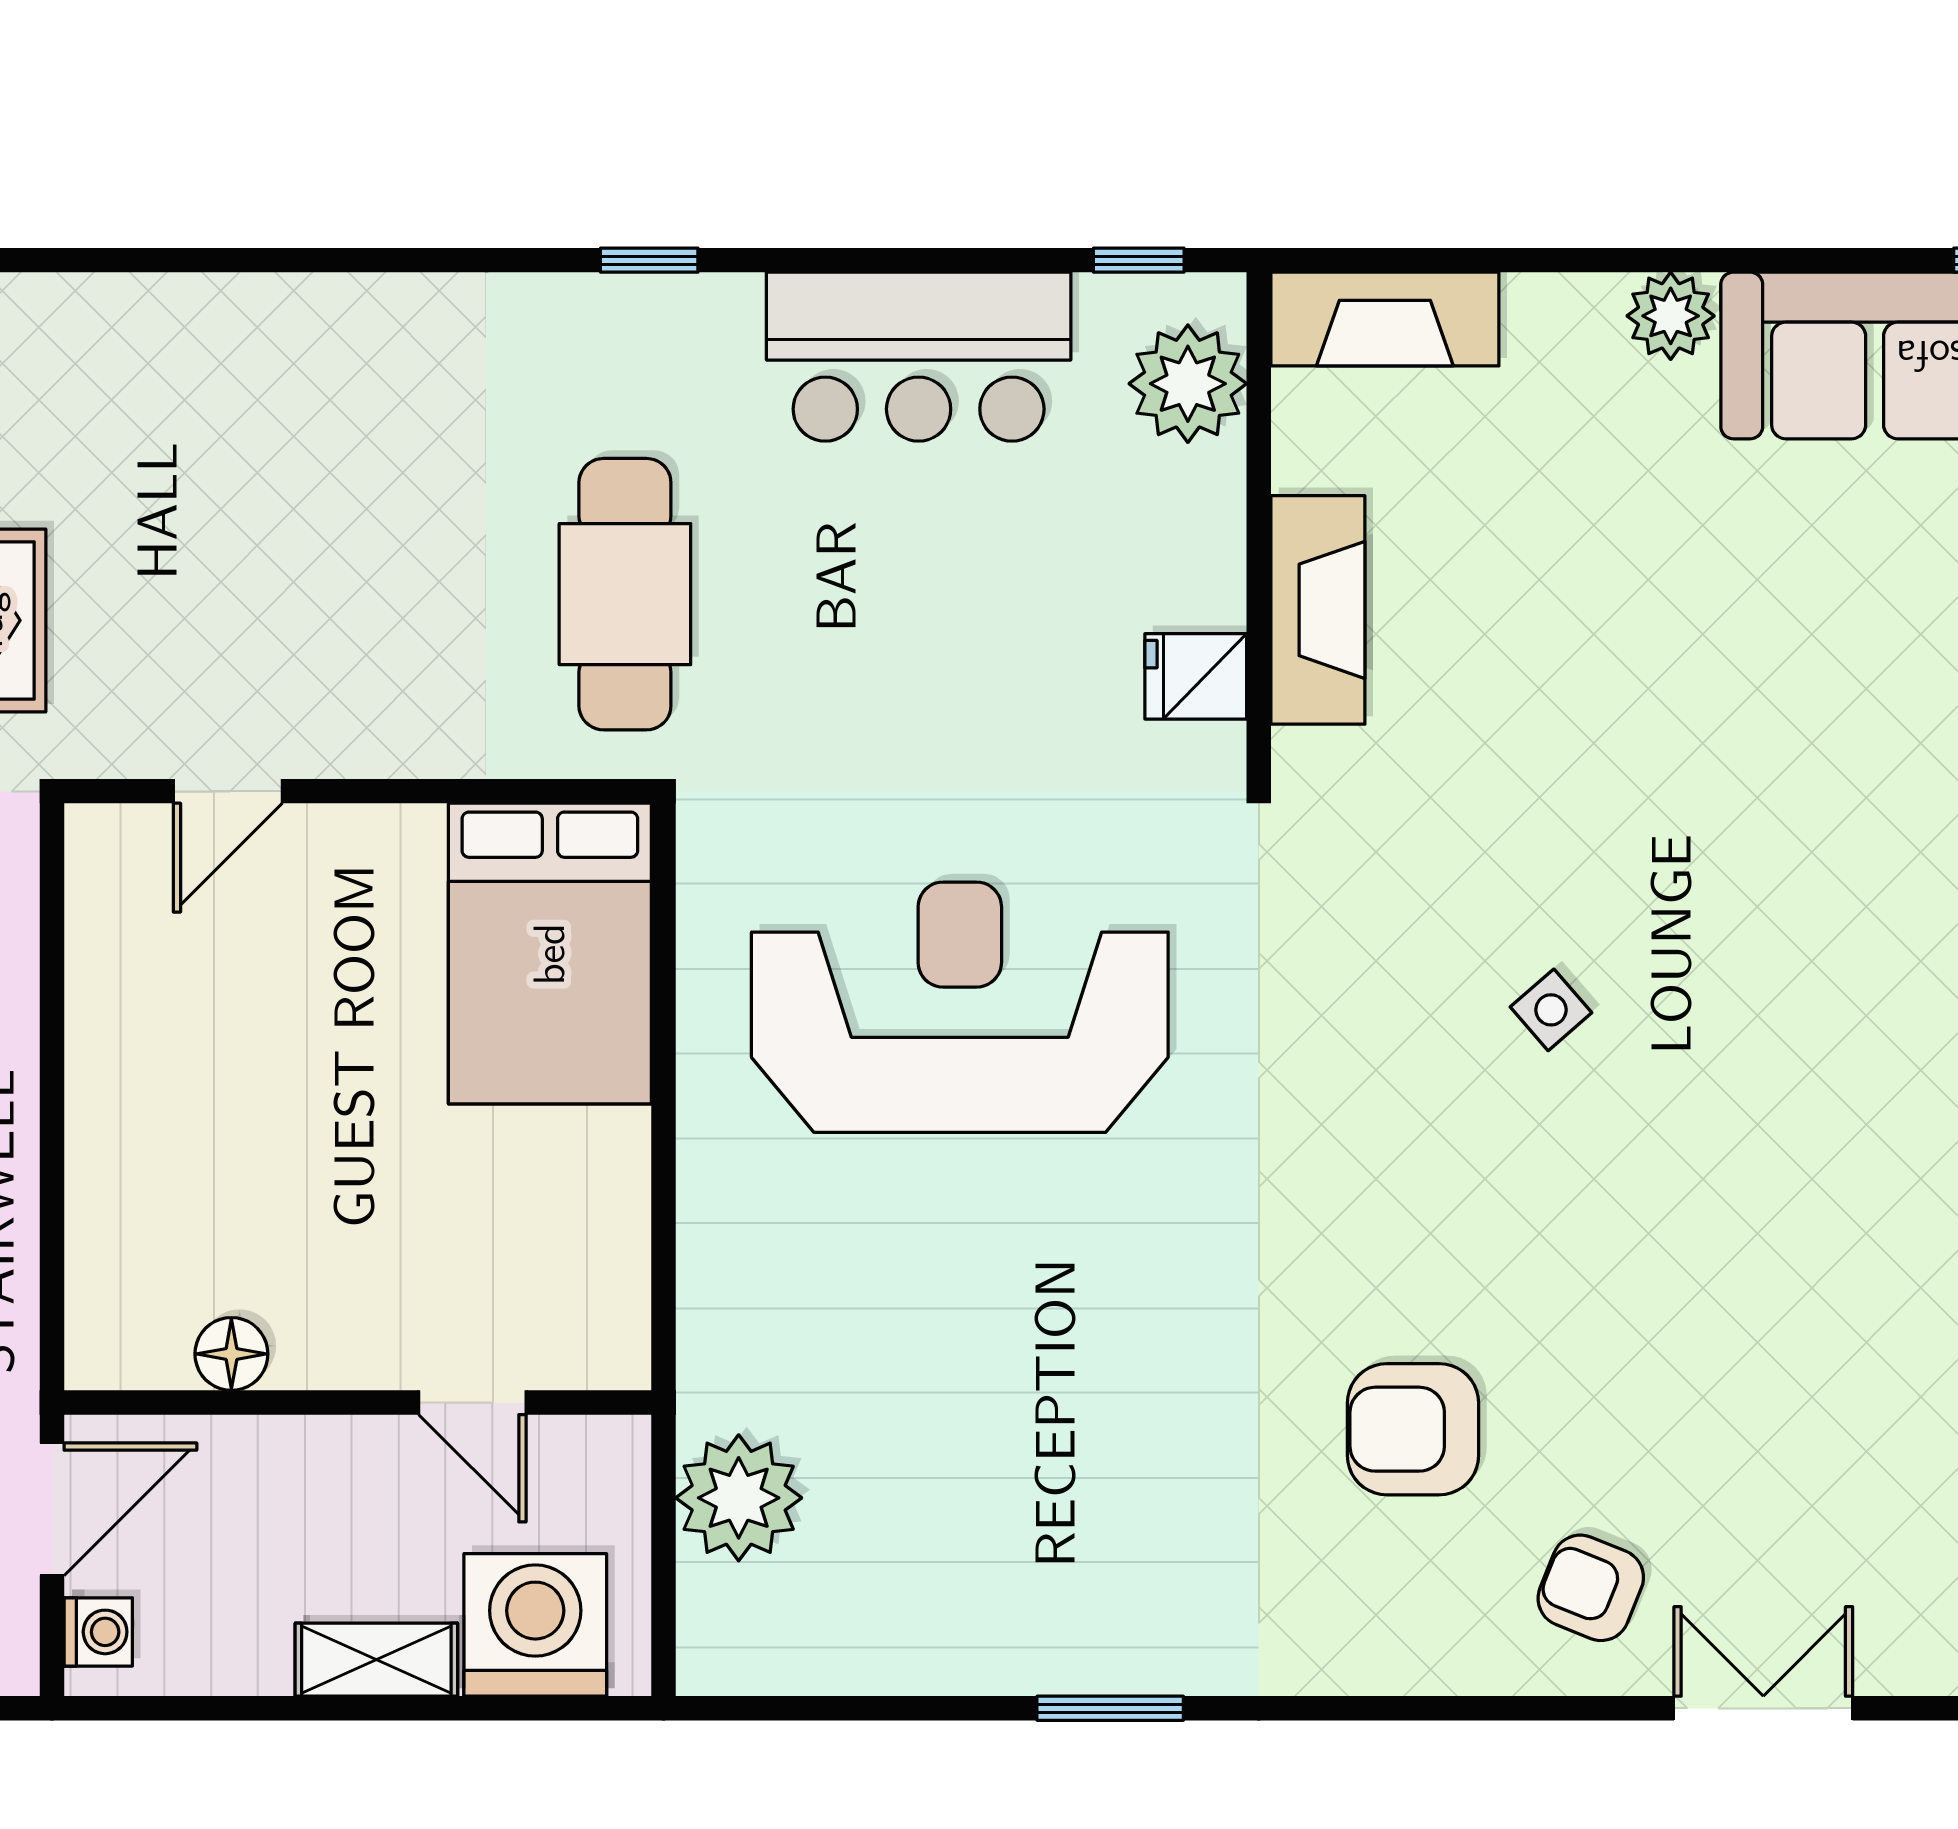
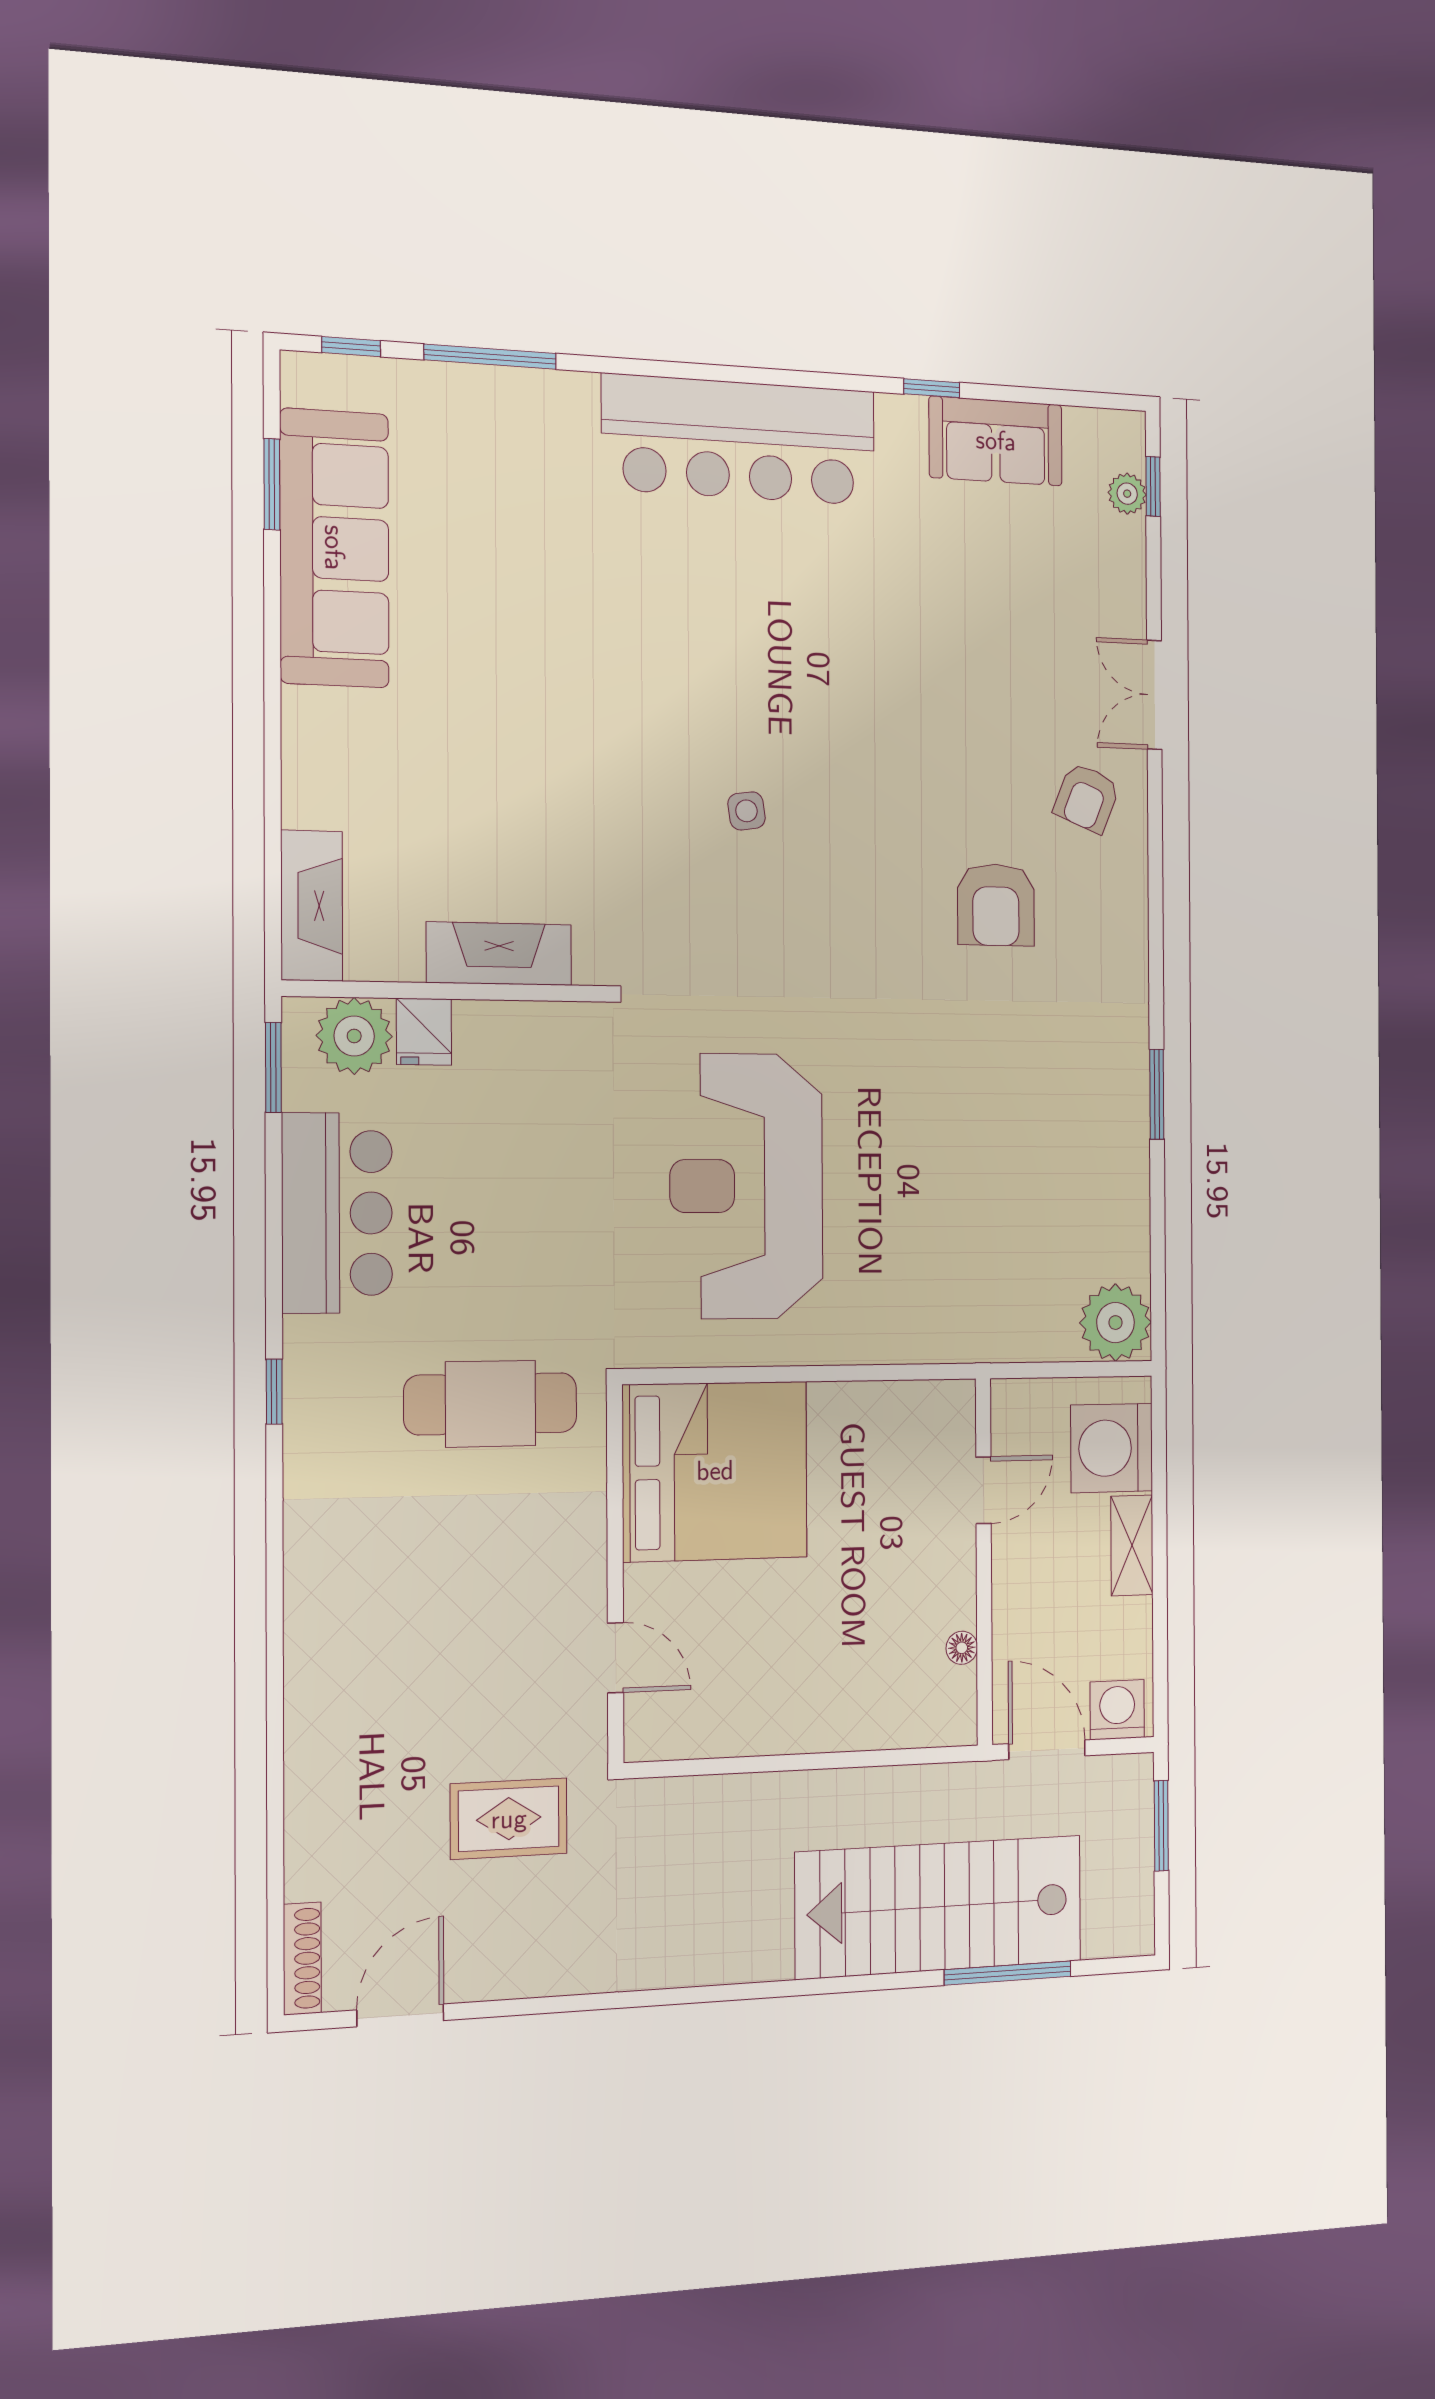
window: (1139, 260) -> (273, 1067), width x1.50
plant: (1671, 316) -> (309, 718), removed
fridge: (1196, 676) -> (424, 1032), moved
bed: (550, 954) -> (715, 1471), width x1.36
side table: (1551, 1010) -> (746, 811), turned 33
floor lamp: (231, 1354) -> (962, 1648), width x0.73, depth x0.73
plant: (739, 1498) -> (1116, 1323), moved
washing machine: (98, 1632) -> (1117, 1710), width x1.38, depth x1.38

